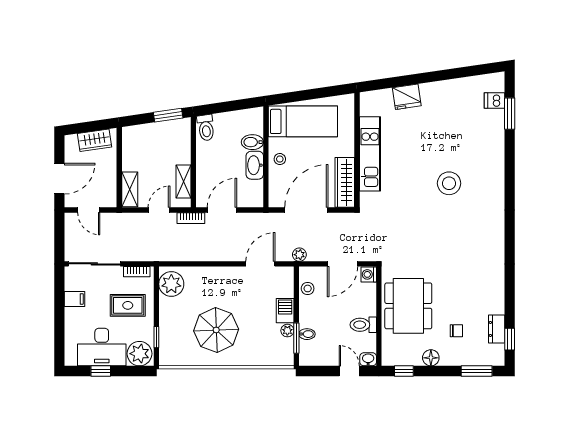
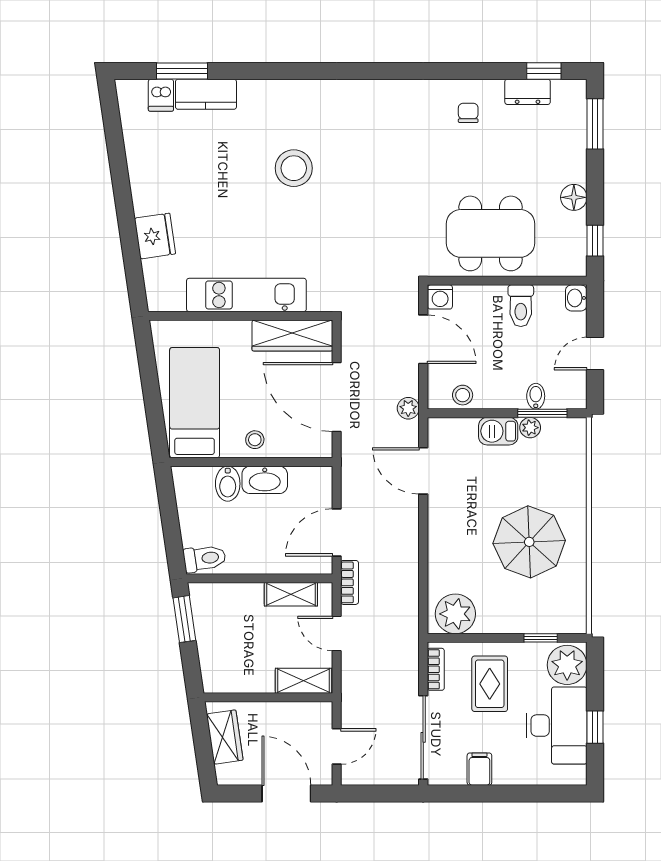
kitchen counter: (495, 129) -> (206, 94), added
door: (222, 210) -> (337, 532), hinge flipped
chair: (456, 331) -> (468, 113), moved
door: (349, 371) -> (595, 354), moved

